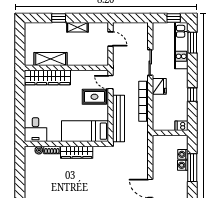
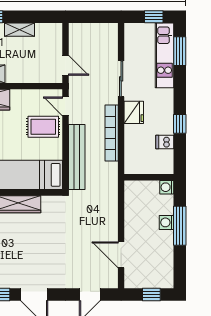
door: (110, 39) -> (66, 65), moved
dishwasher: (181, 126) -> (165, 142), moved
washing machine: (183, 154) -> (167, 187), moved

